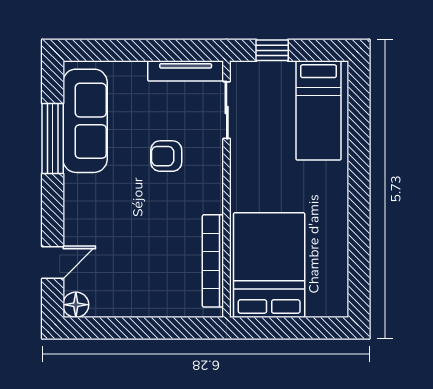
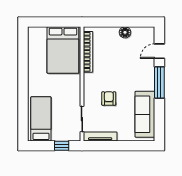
window: (53, 138) -> (159, 82), moved
armchair: (166, 156) -> (109, 99), turned -90
floor lamp: (76, 305) -> (125, 32), moved

